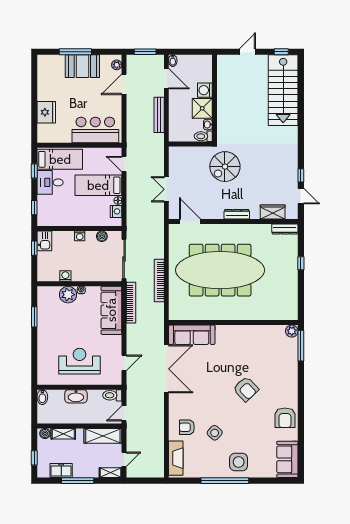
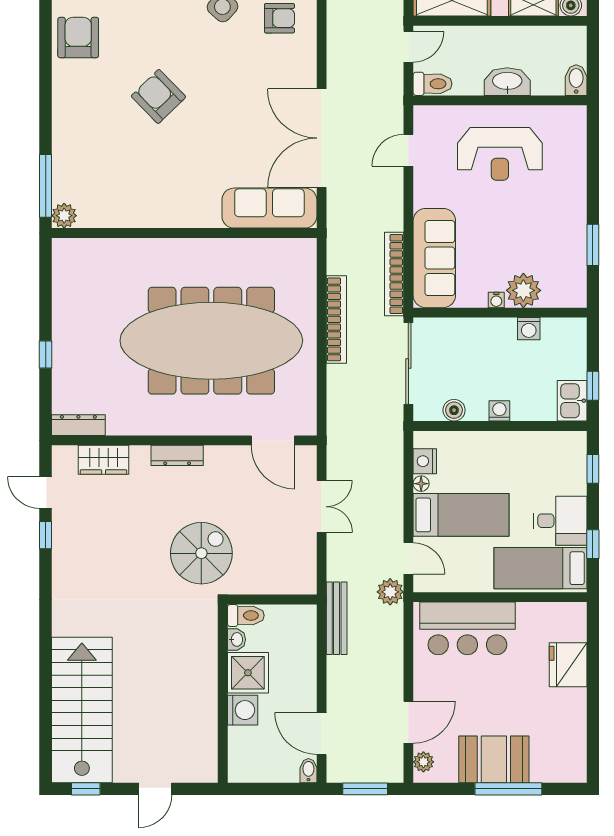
bench: (159, 115) -> (337, 618), moved
plant: (133, 148) -> (390, 592), added

